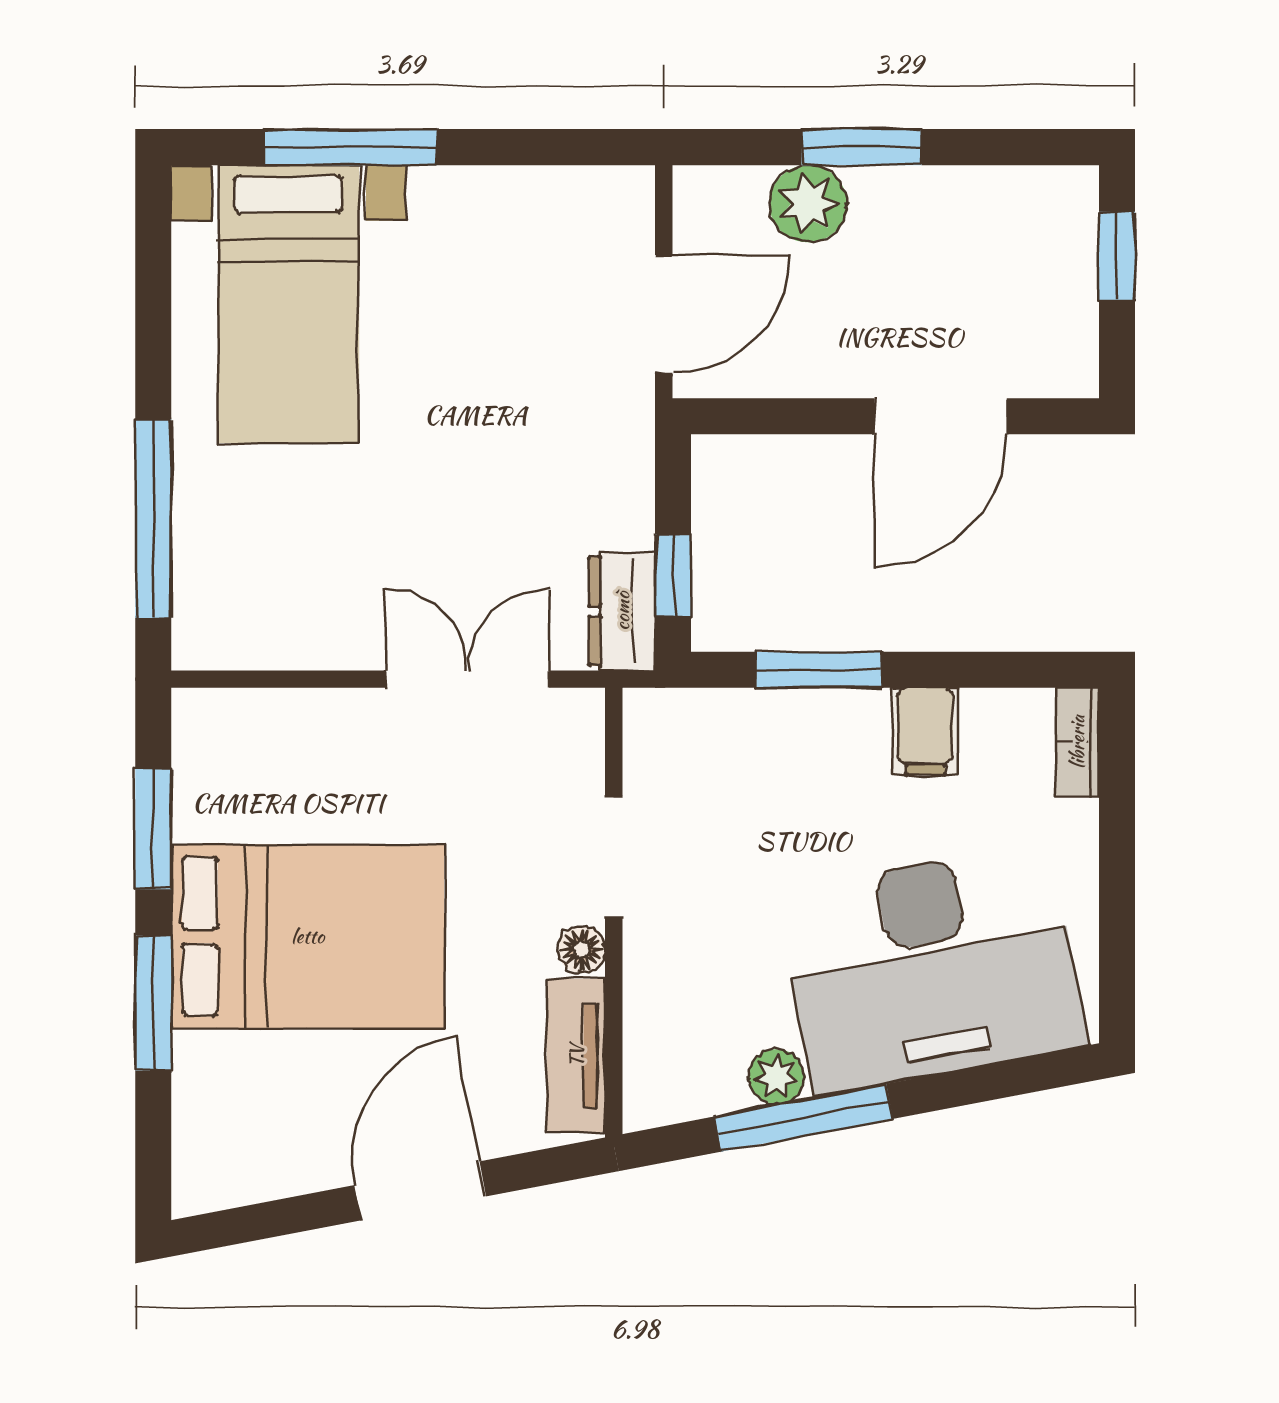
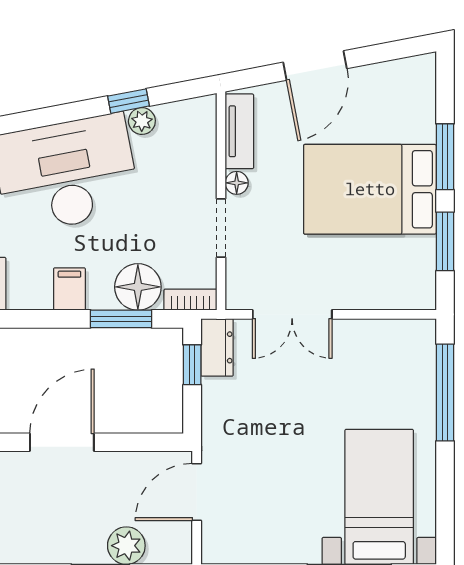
bookcase: (677, 709) -> (190, 300), added
floor lamp: (784, 736) -> (138, 287), added
window: (804, 1118) -> (129, 101), width x0.46

